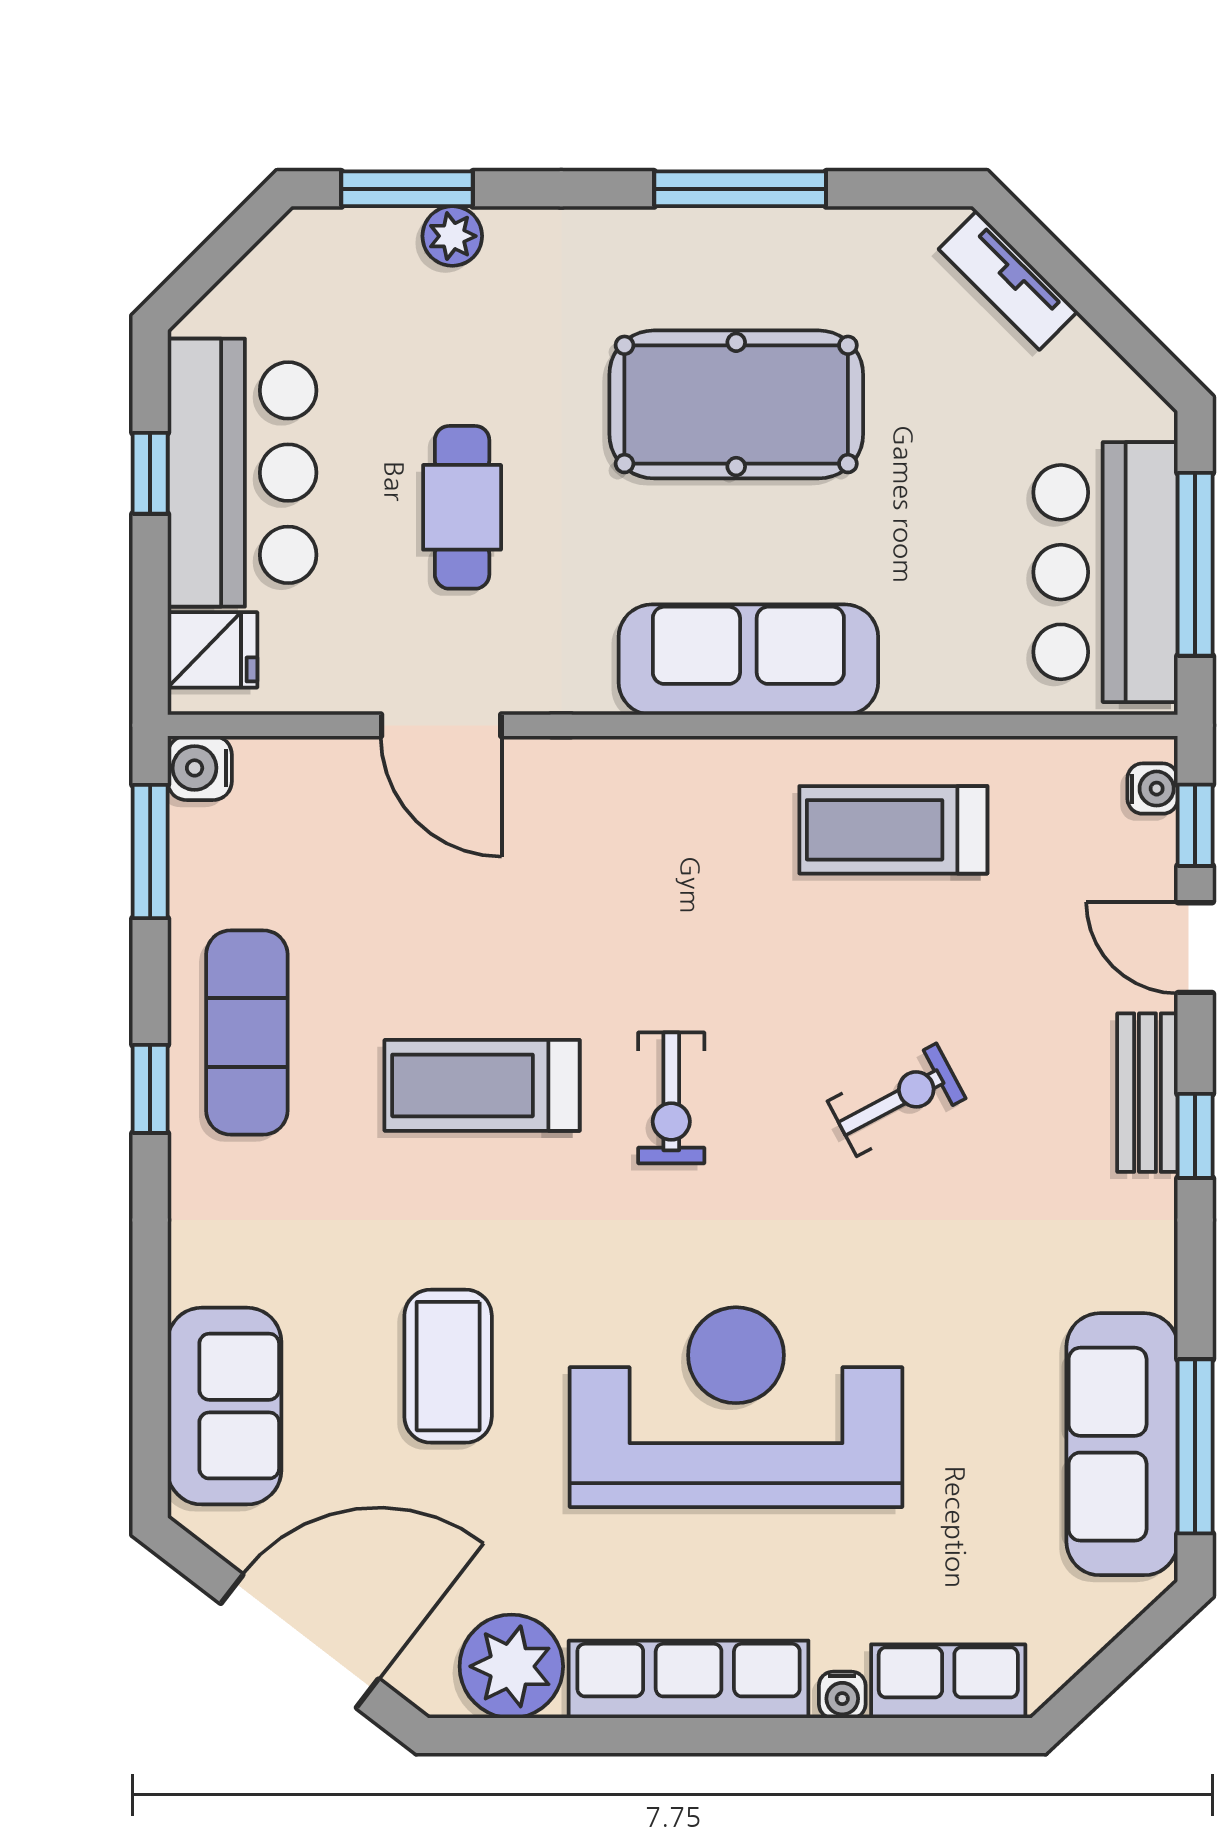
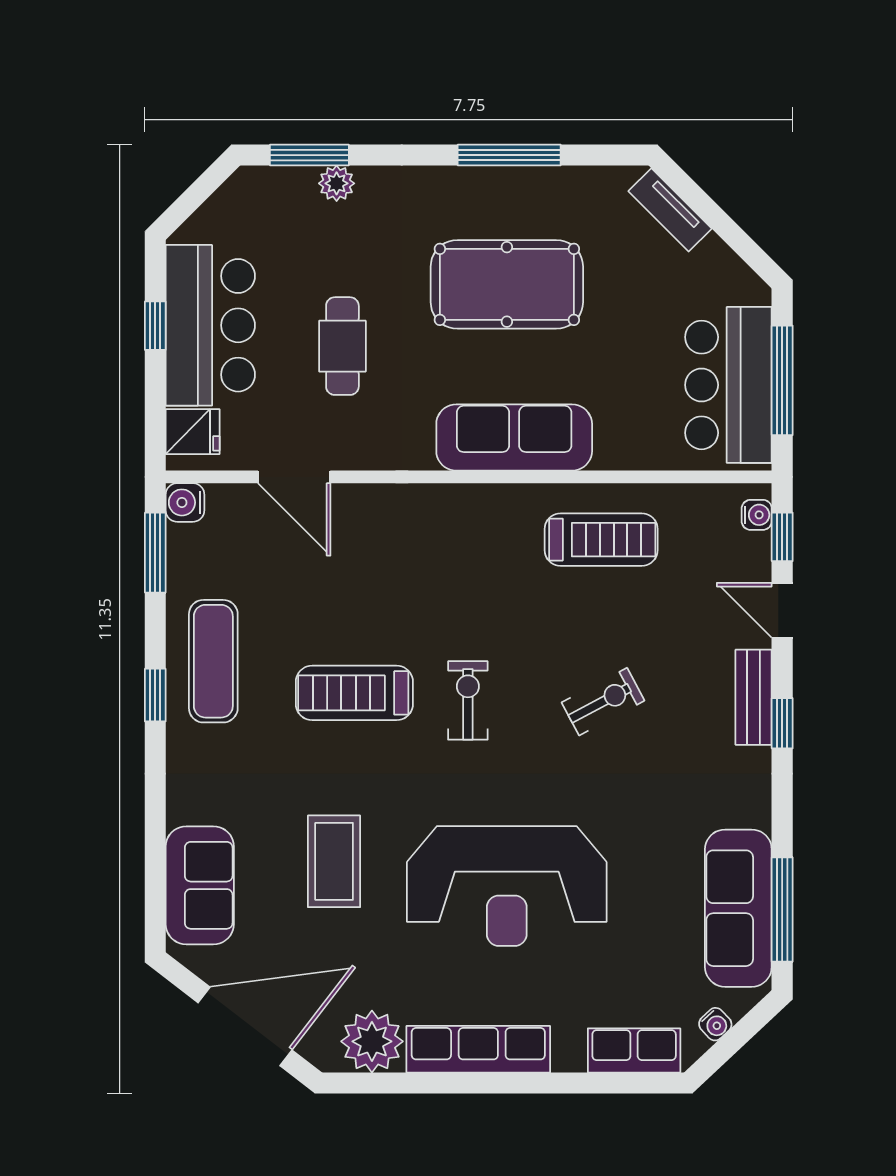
door: (441, 725) -> (294, 477), moved
treadmill: (893, 830) -> (601, 540), turned 180
exercise bike: (671, 1098) -> (468, 700), turned 180
reception desk: (736, 1407) -> (507, 886), turned 180
water cooler: (842, 1695) -> (715, 1024), moved, turned -43

